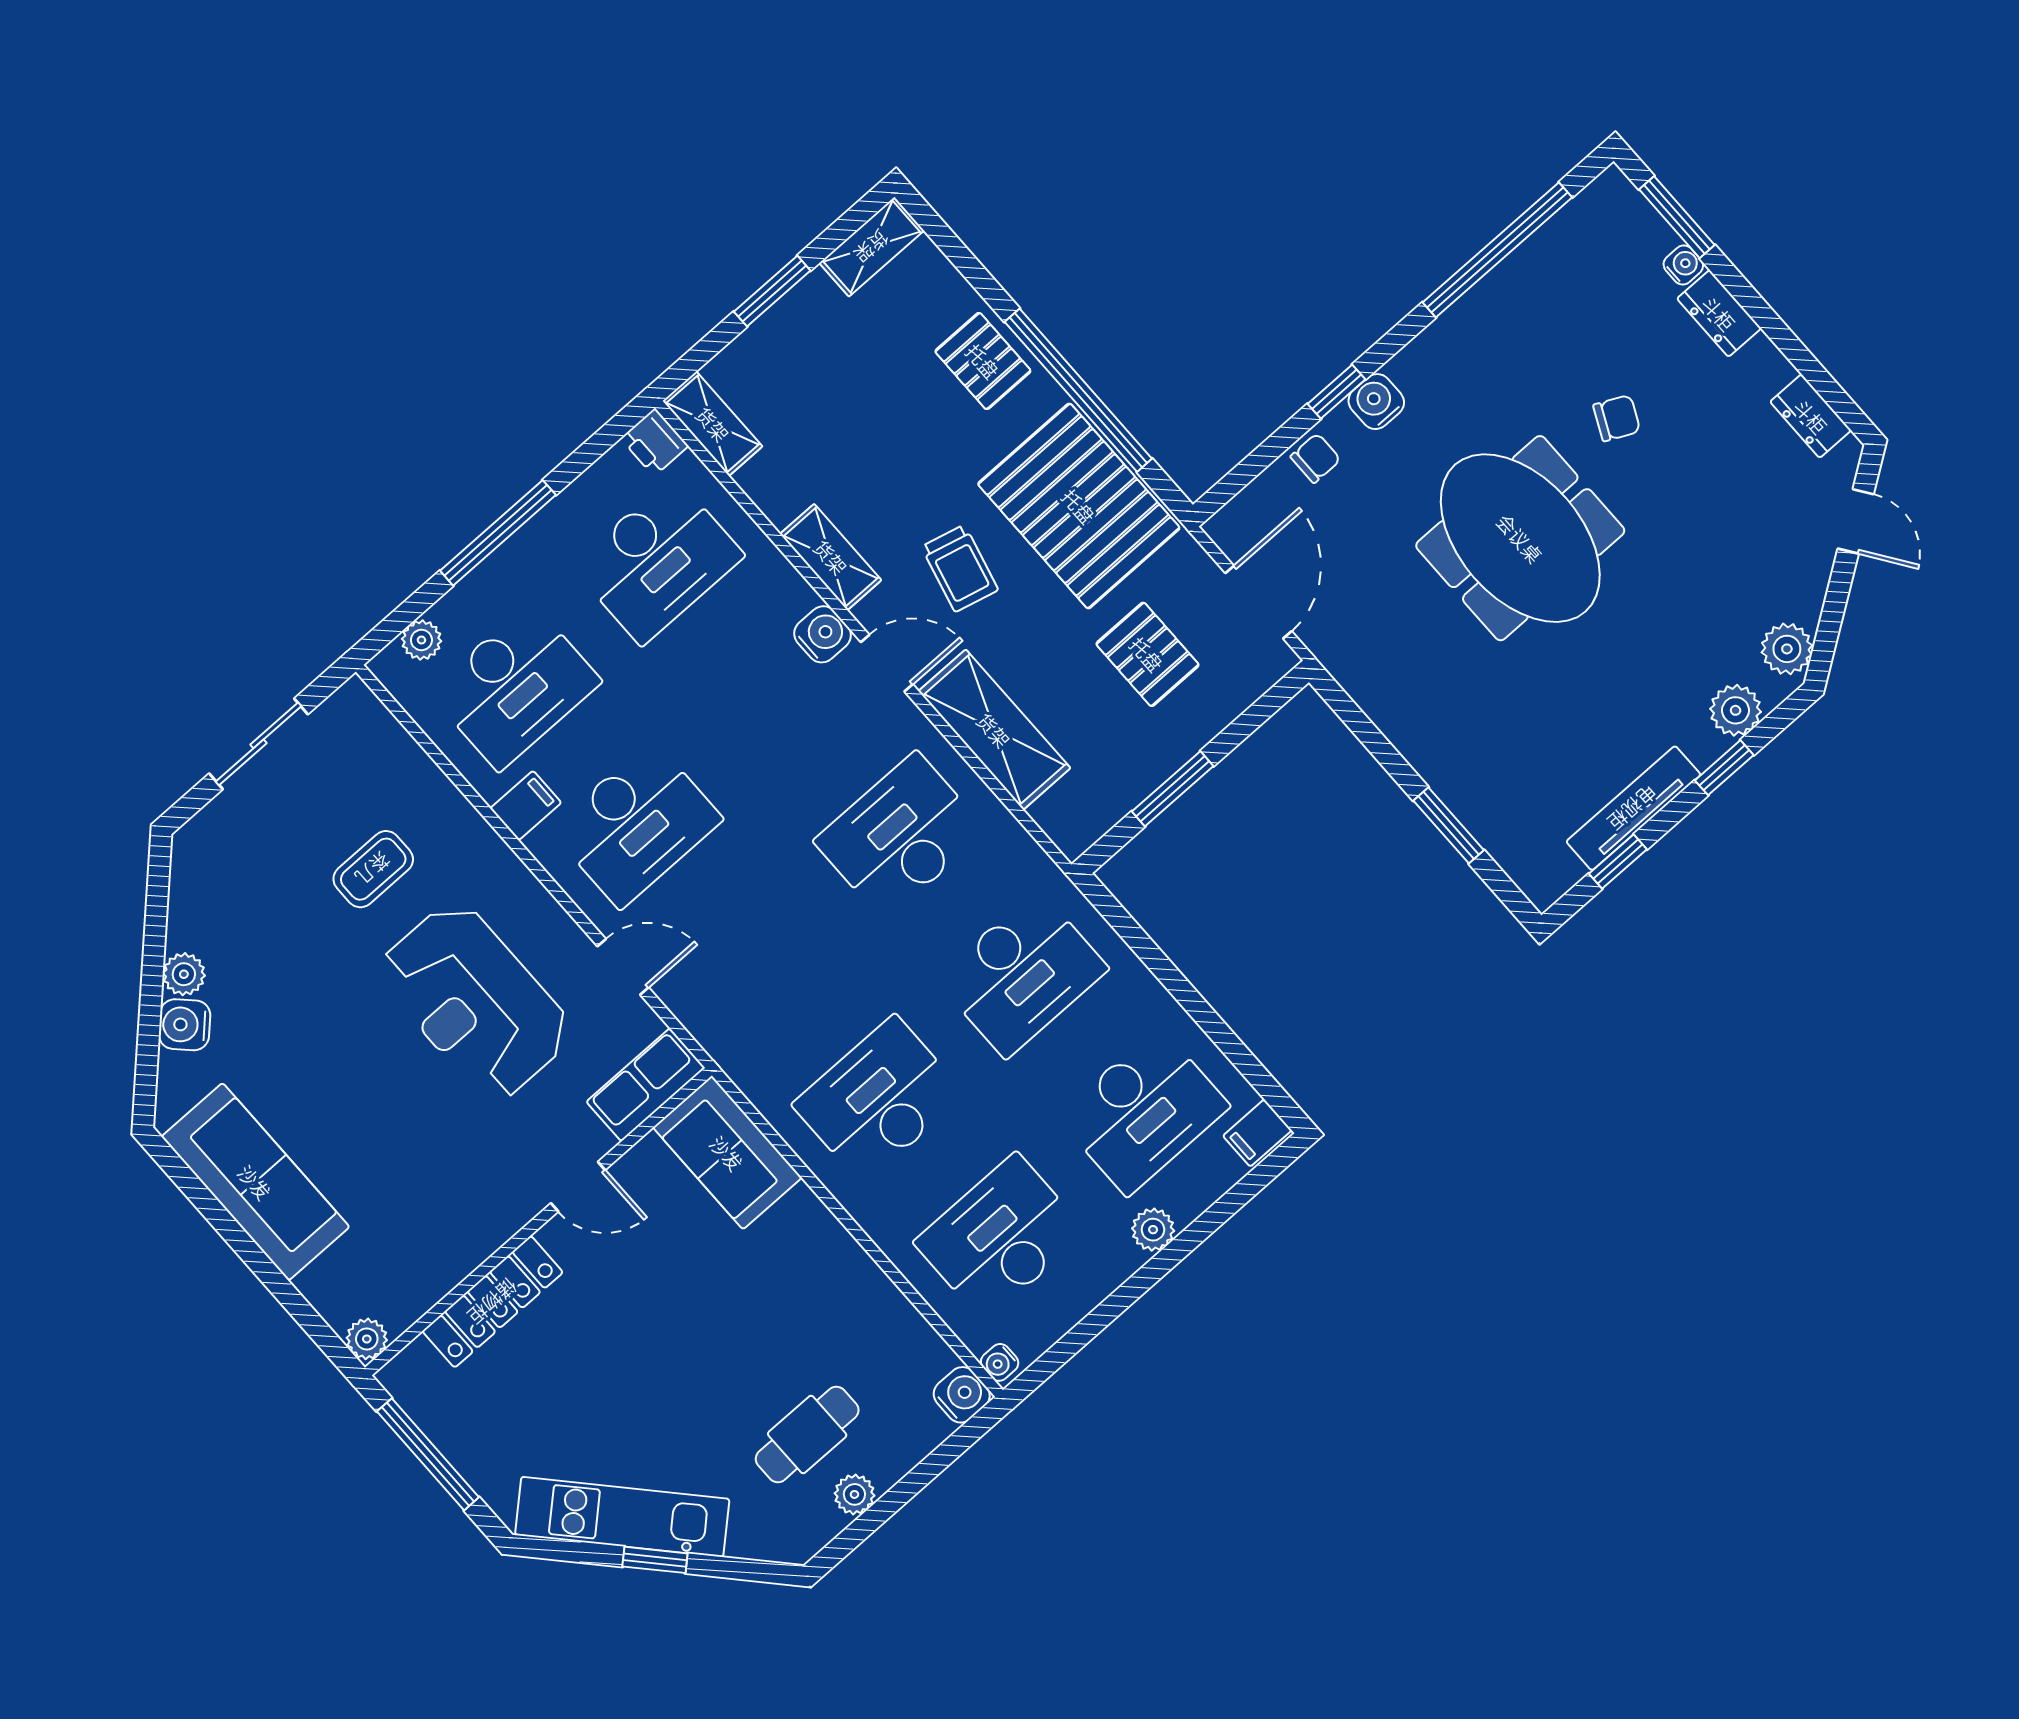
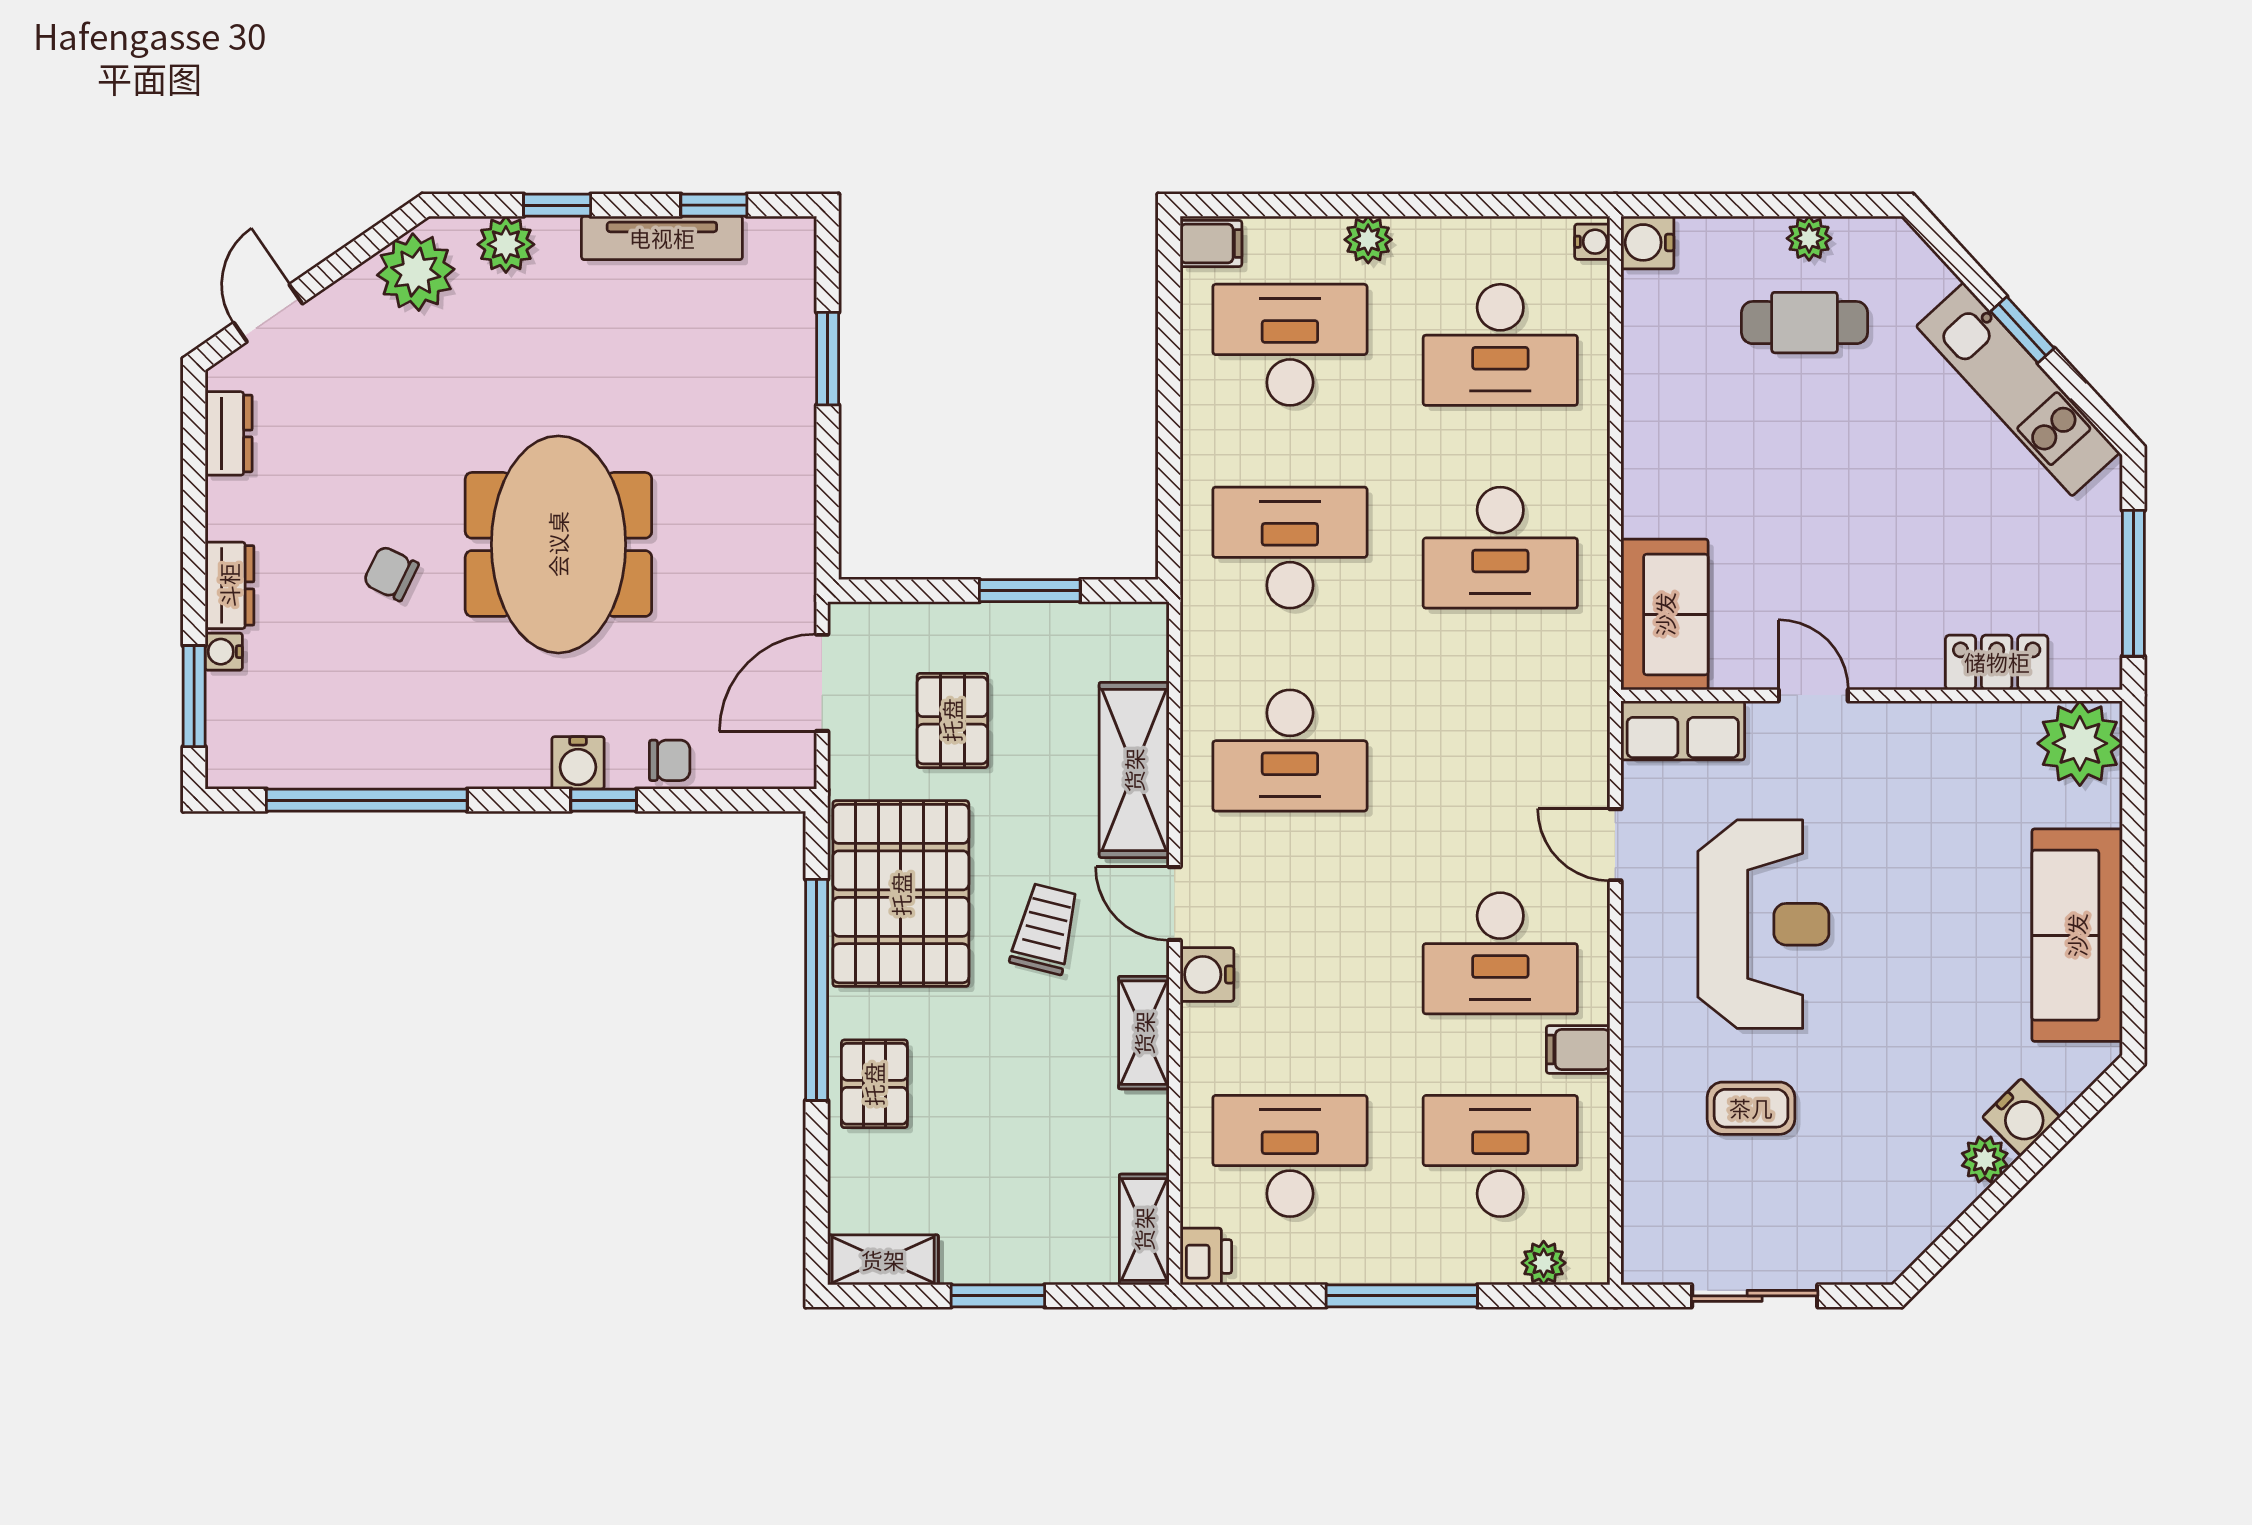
chair: (1316, 458) -> (670, 760), turned 180
plant: (1787, 649) -> (416, 272), width x1.36, depth x1.36
desk: (636, 824) -> (1500, 953), turned 180
locker: (493, 1302) -> (1997, 662), width x0.66
plant: (367, 1339) -> (2080, 743), width x1.88, depth x1.88

